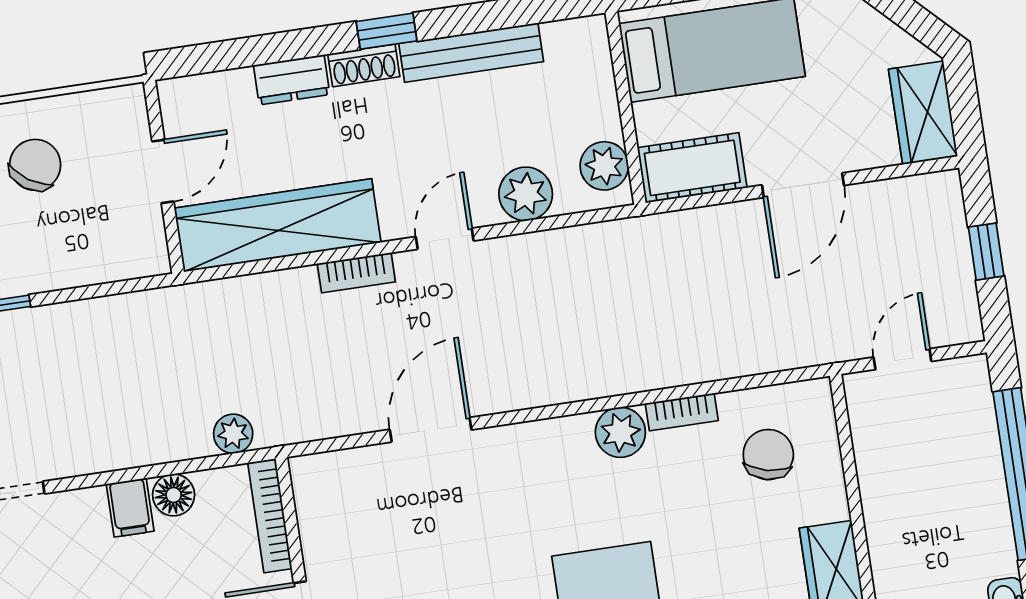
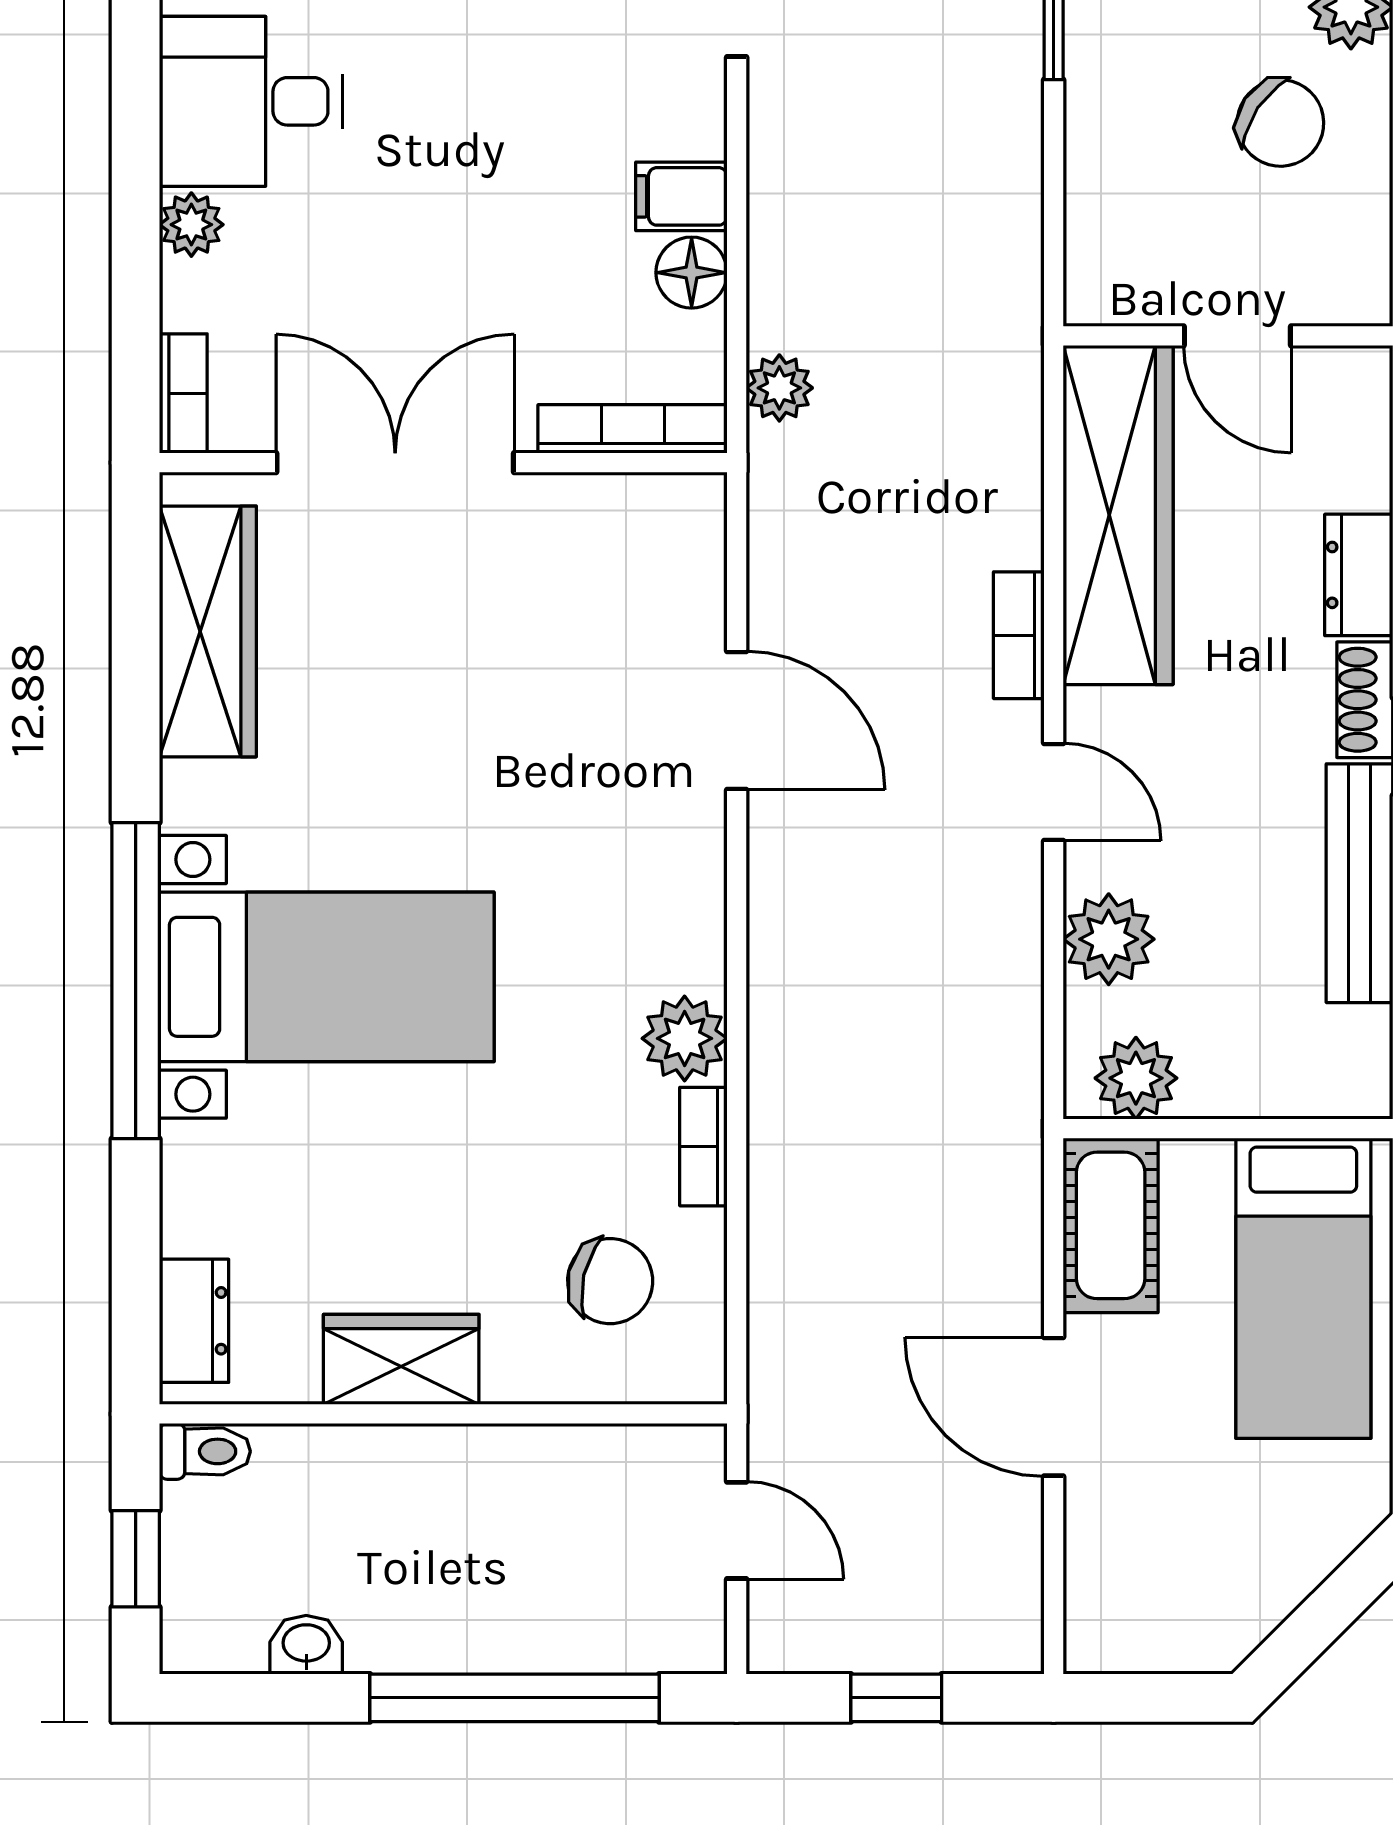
wardrobe: (923, 113) -> (1145, 1627), removed

